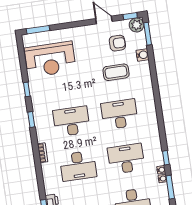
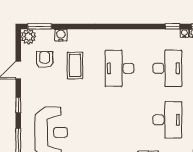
window: (130, 16) -> (18, 105), moved
desk: (71, 121) -> (120, 120), removed
desk: (126, 159) -> (167, 68), turned 180

